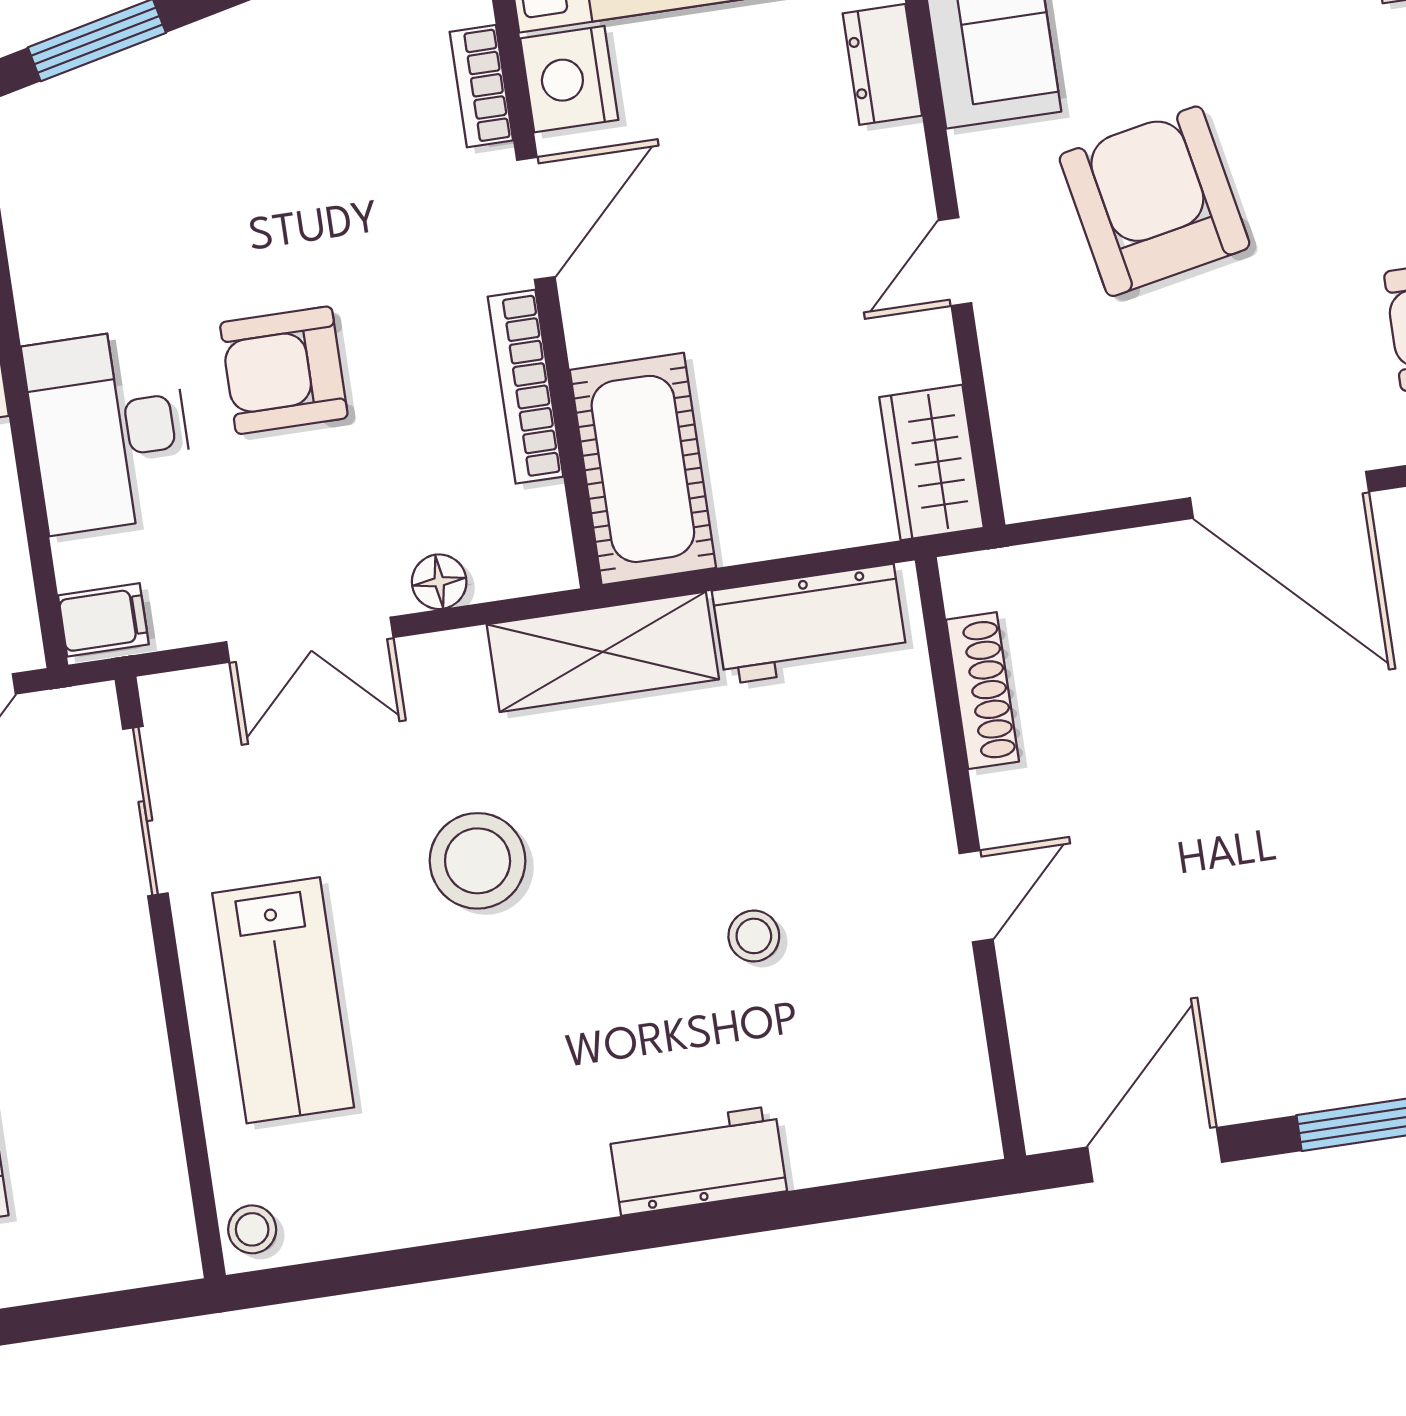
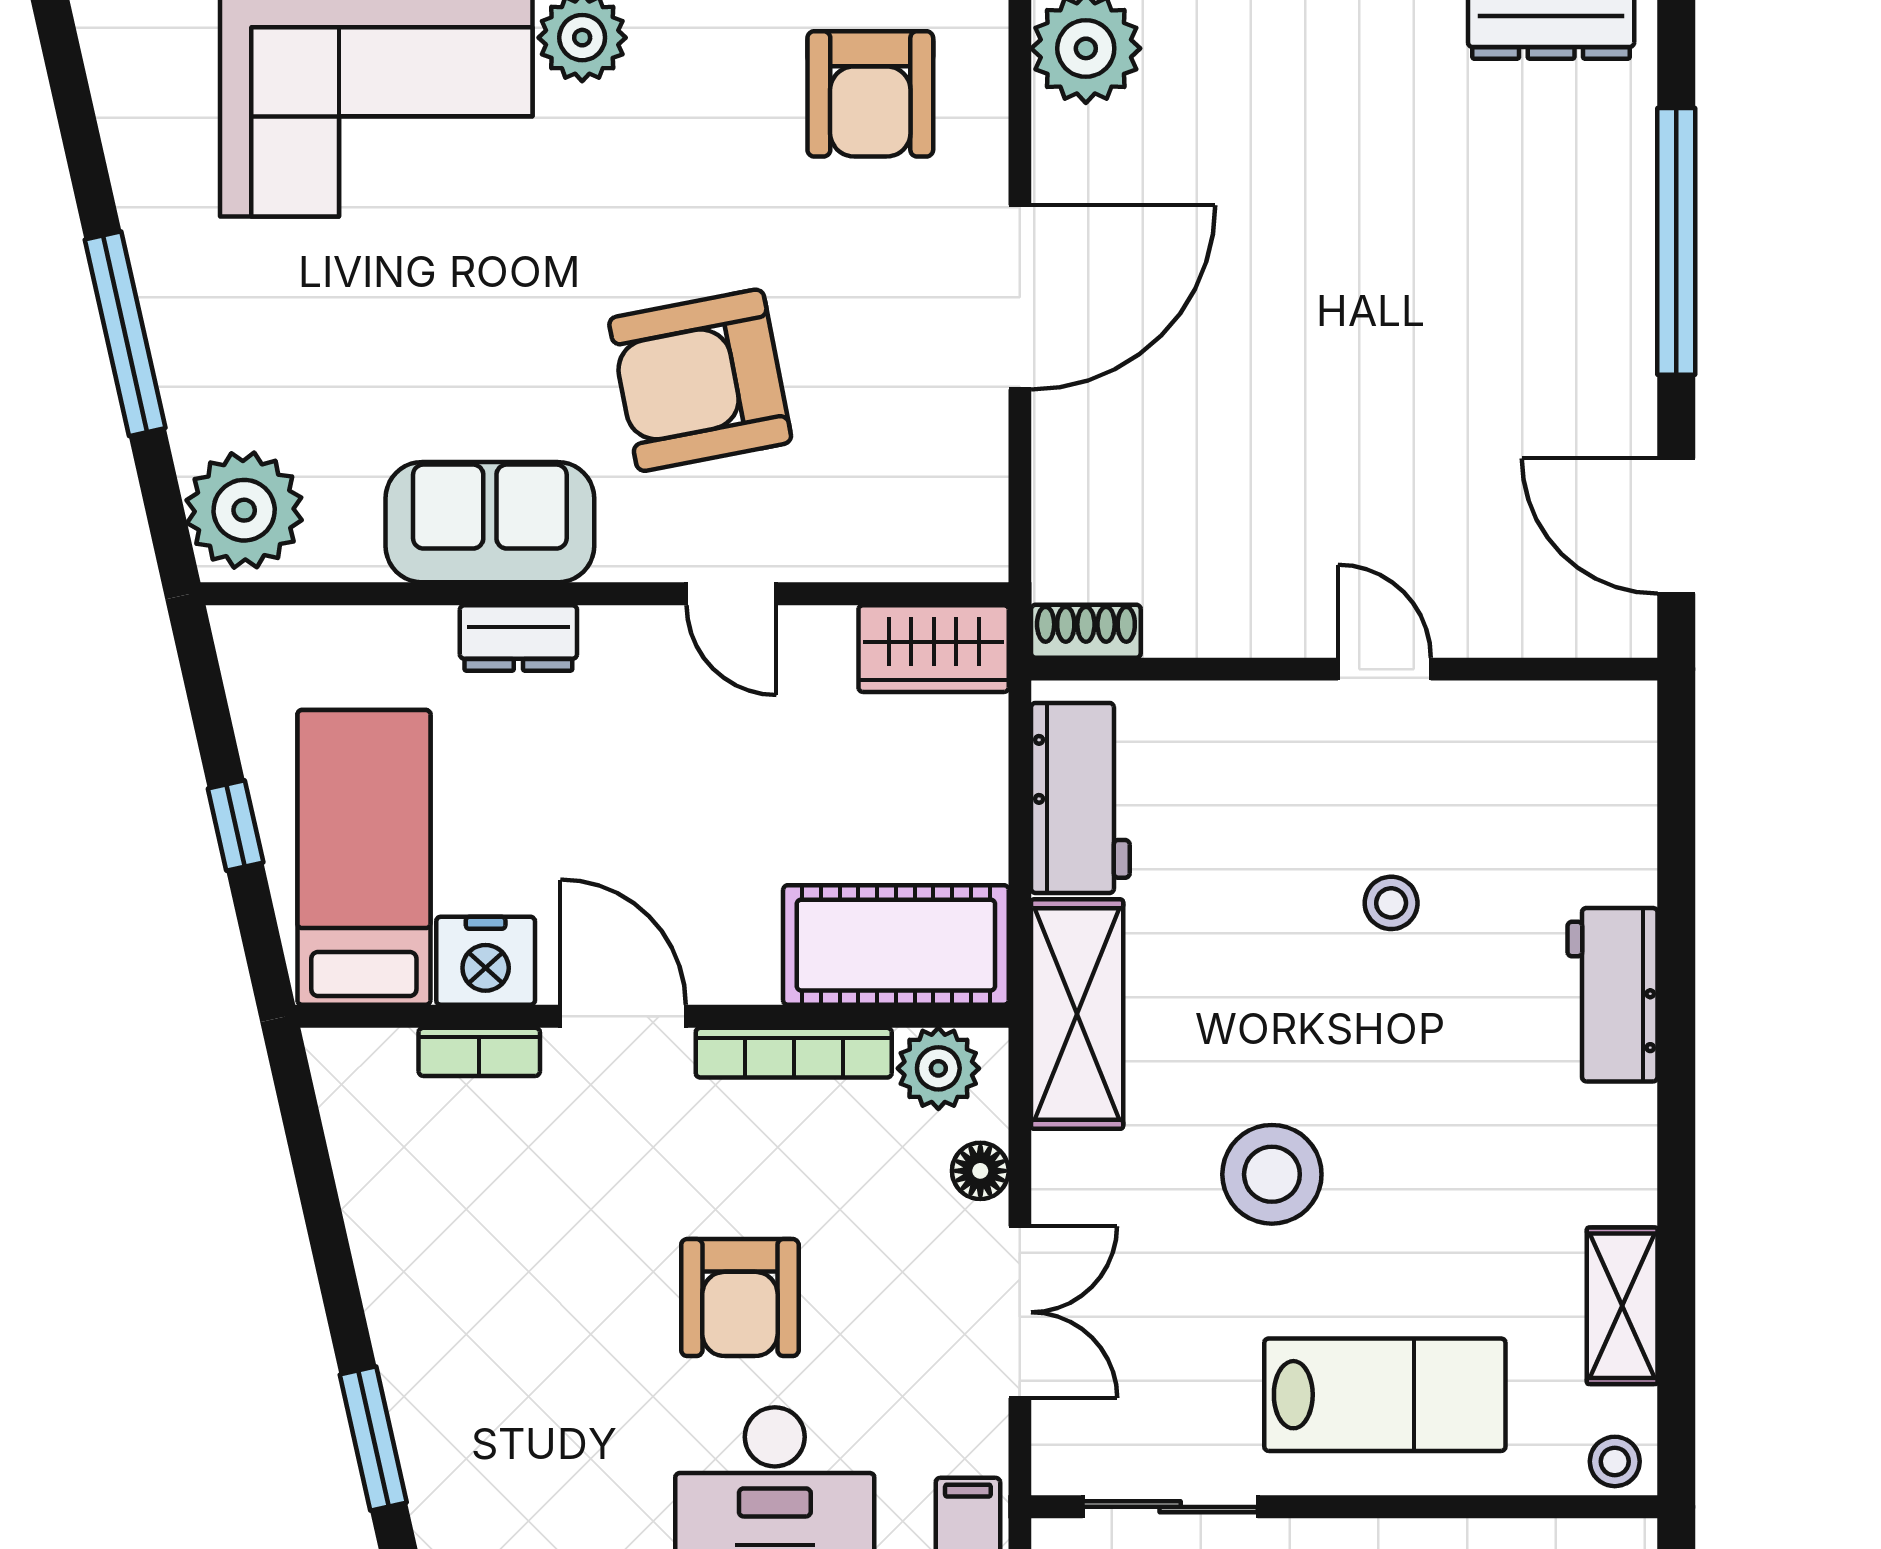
plant: (531, 527) -> (938, 1068), added
shoe rack: (982, 691) -> (1086, 631), moved, width x0.70
shelving: (402, 1214) -> (1622, 1306), added

